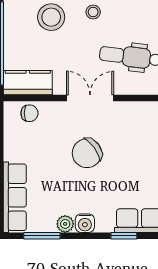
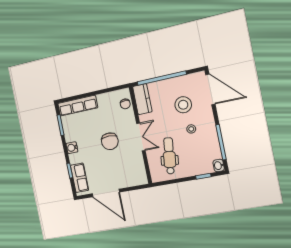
chair: (87, 153) -> (110, 141), turned -144
plant: (65, 224) -> (69, 137), removed

